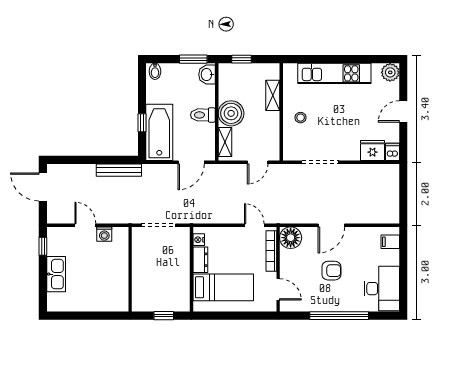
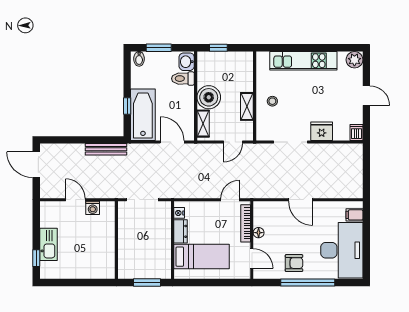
window: (193, 59) -> (159, 48), moved
shelving: (273, 95) -> (247, 106), moved
door: (403, 112) -> (366, 96), swing flipped
toilet: (203, 115) -> (183, 79), moved
fridge: (372, 150) -> (322, 131), moved
door: (191, 162) -> (172, 142), swing flipped
door: (254, 225) -> (230, 200), hinge flipped
door: (331, 225) -> (301, 200), hinge flipped
floor lamp: (291, 238) -> (259, 233), moved, width x0.53, depth x0.53
window: (43, 246) -> (36, 258), moved
armchair: (331, 271) -> (294, 263), moved
desk: (382, 289) -> (342, 250), width x1.36, depth x1.30
window: (164, 316) -> (147, 283), width x1.50

